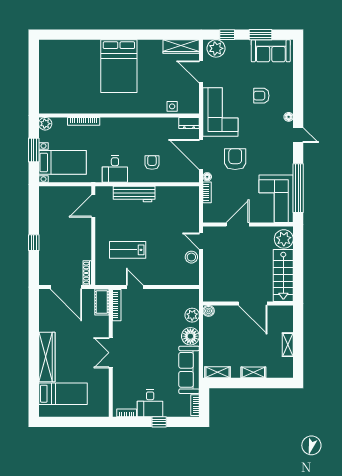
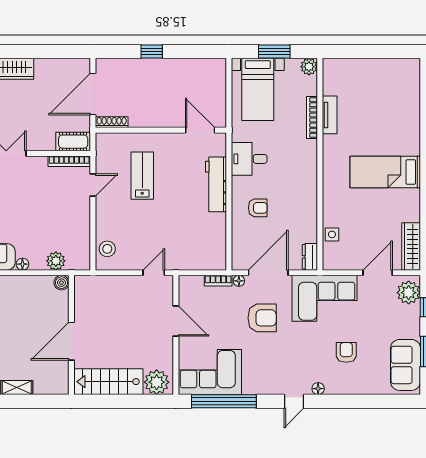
bed: (119, 66) -> (385, 172), width x0.67
tv unit: (82, 108) -> (330, 115), added
stool: (191, 257) -> (107, 249), moved
floor lamp: (190, 336) -> (22, 264), width x0.53, depth x0.53

